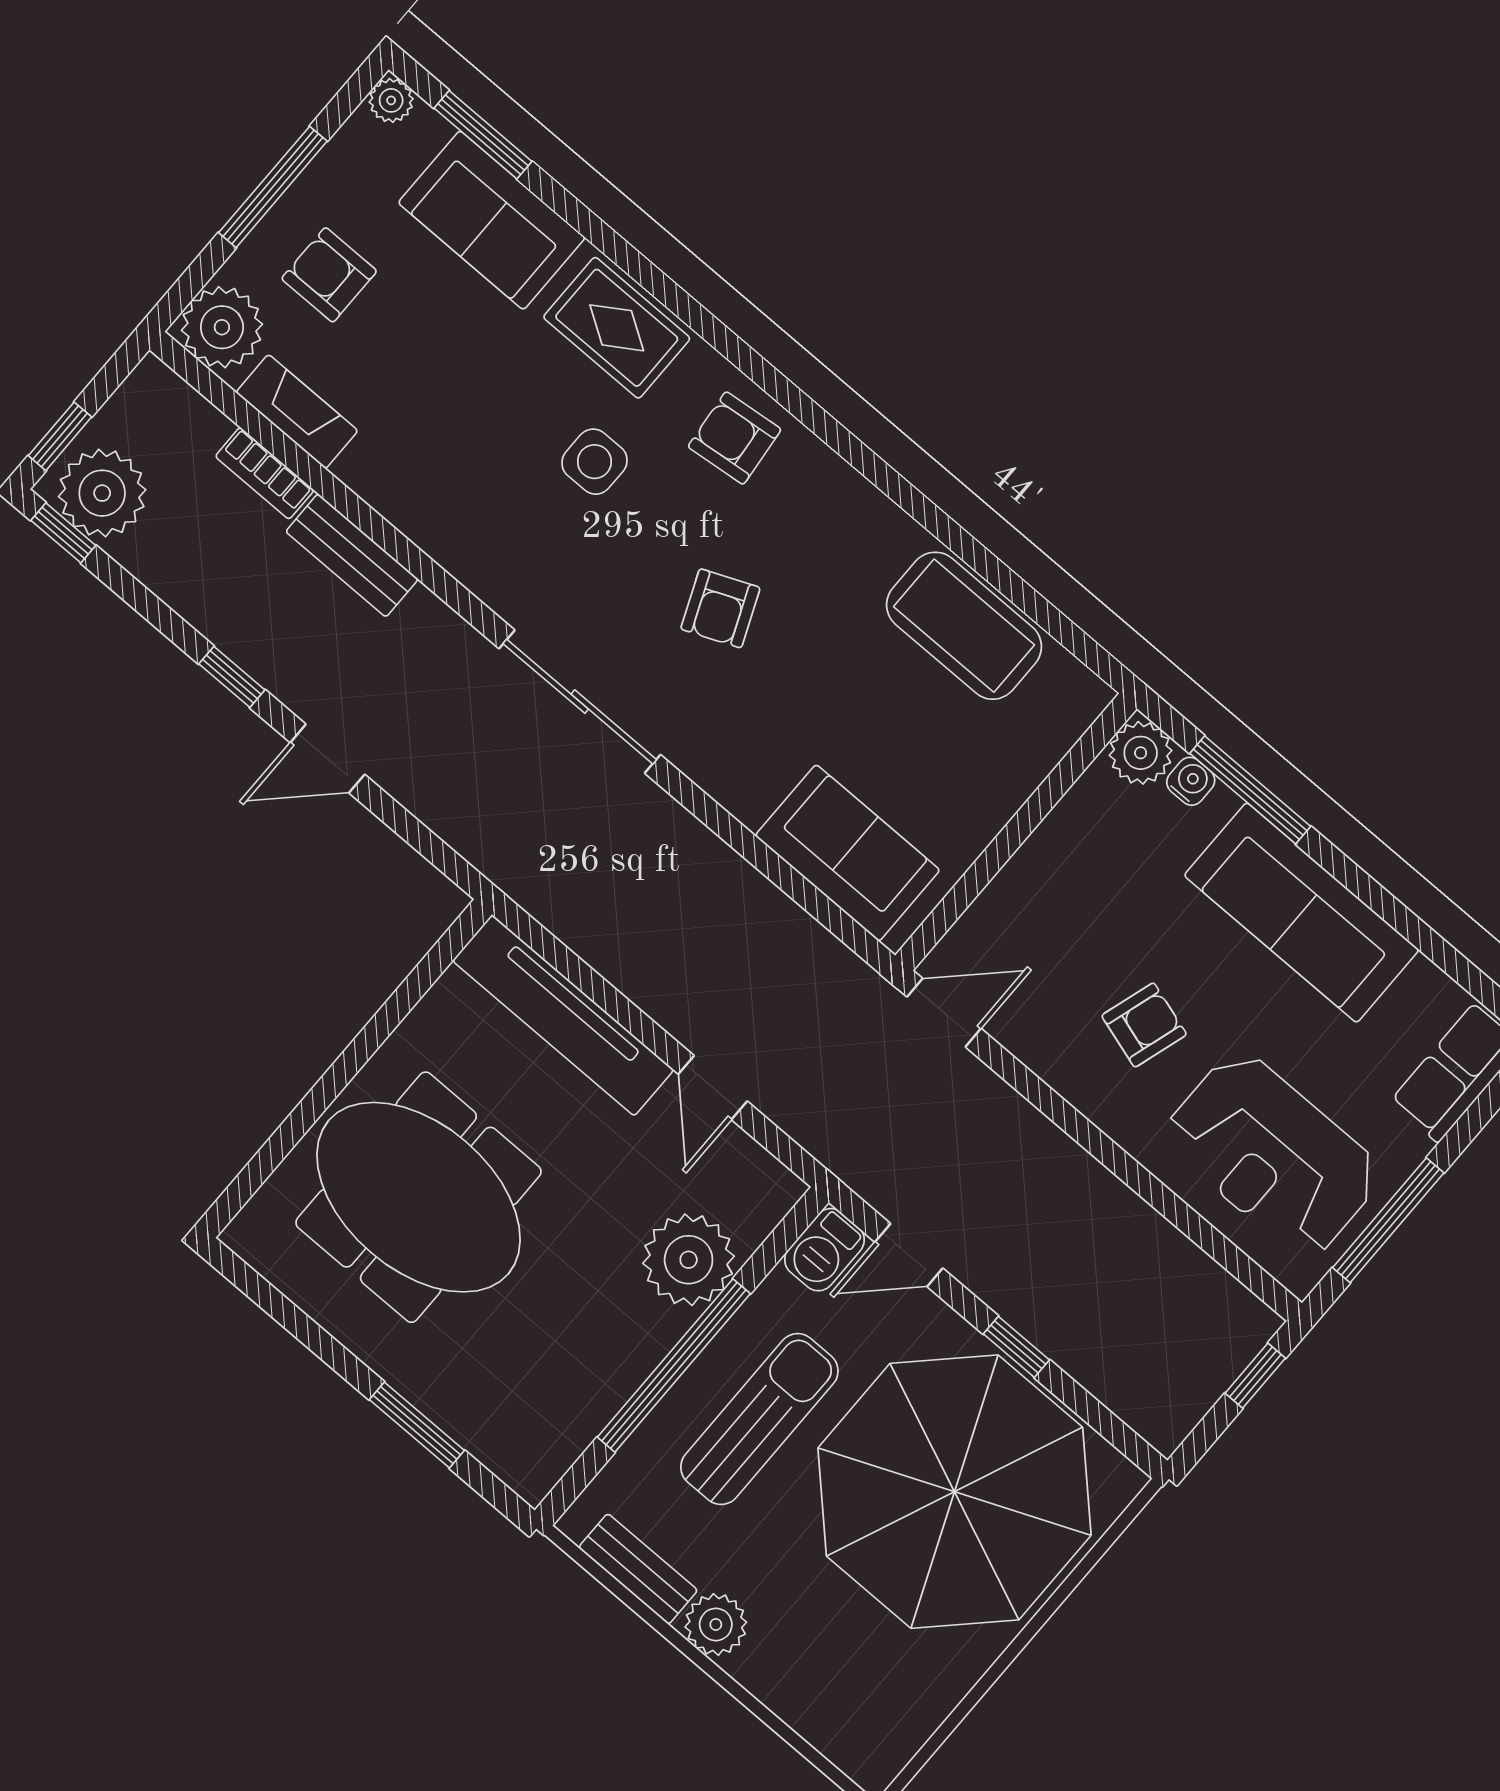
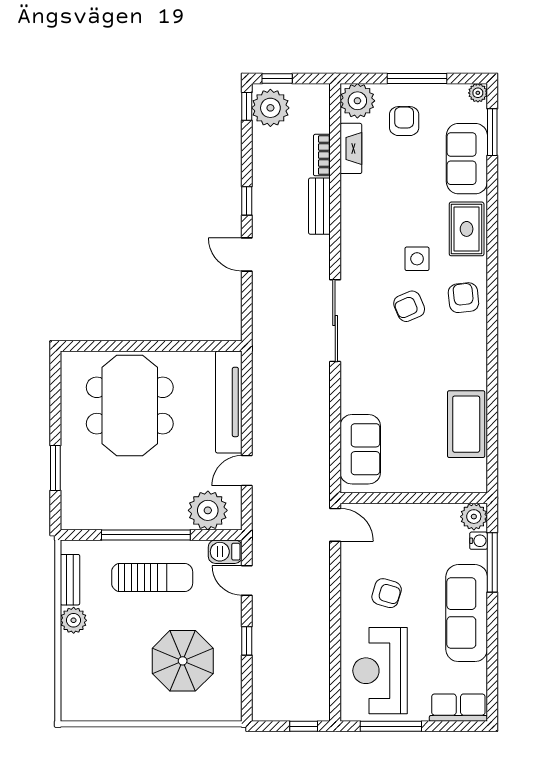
armchair: (720, 608) -> (409, 306), moved
plant: (689, 1260) -> (208, 510), moved
parasol: (954, 1492) -> (183, 661), width x0.54, depth x0.54

